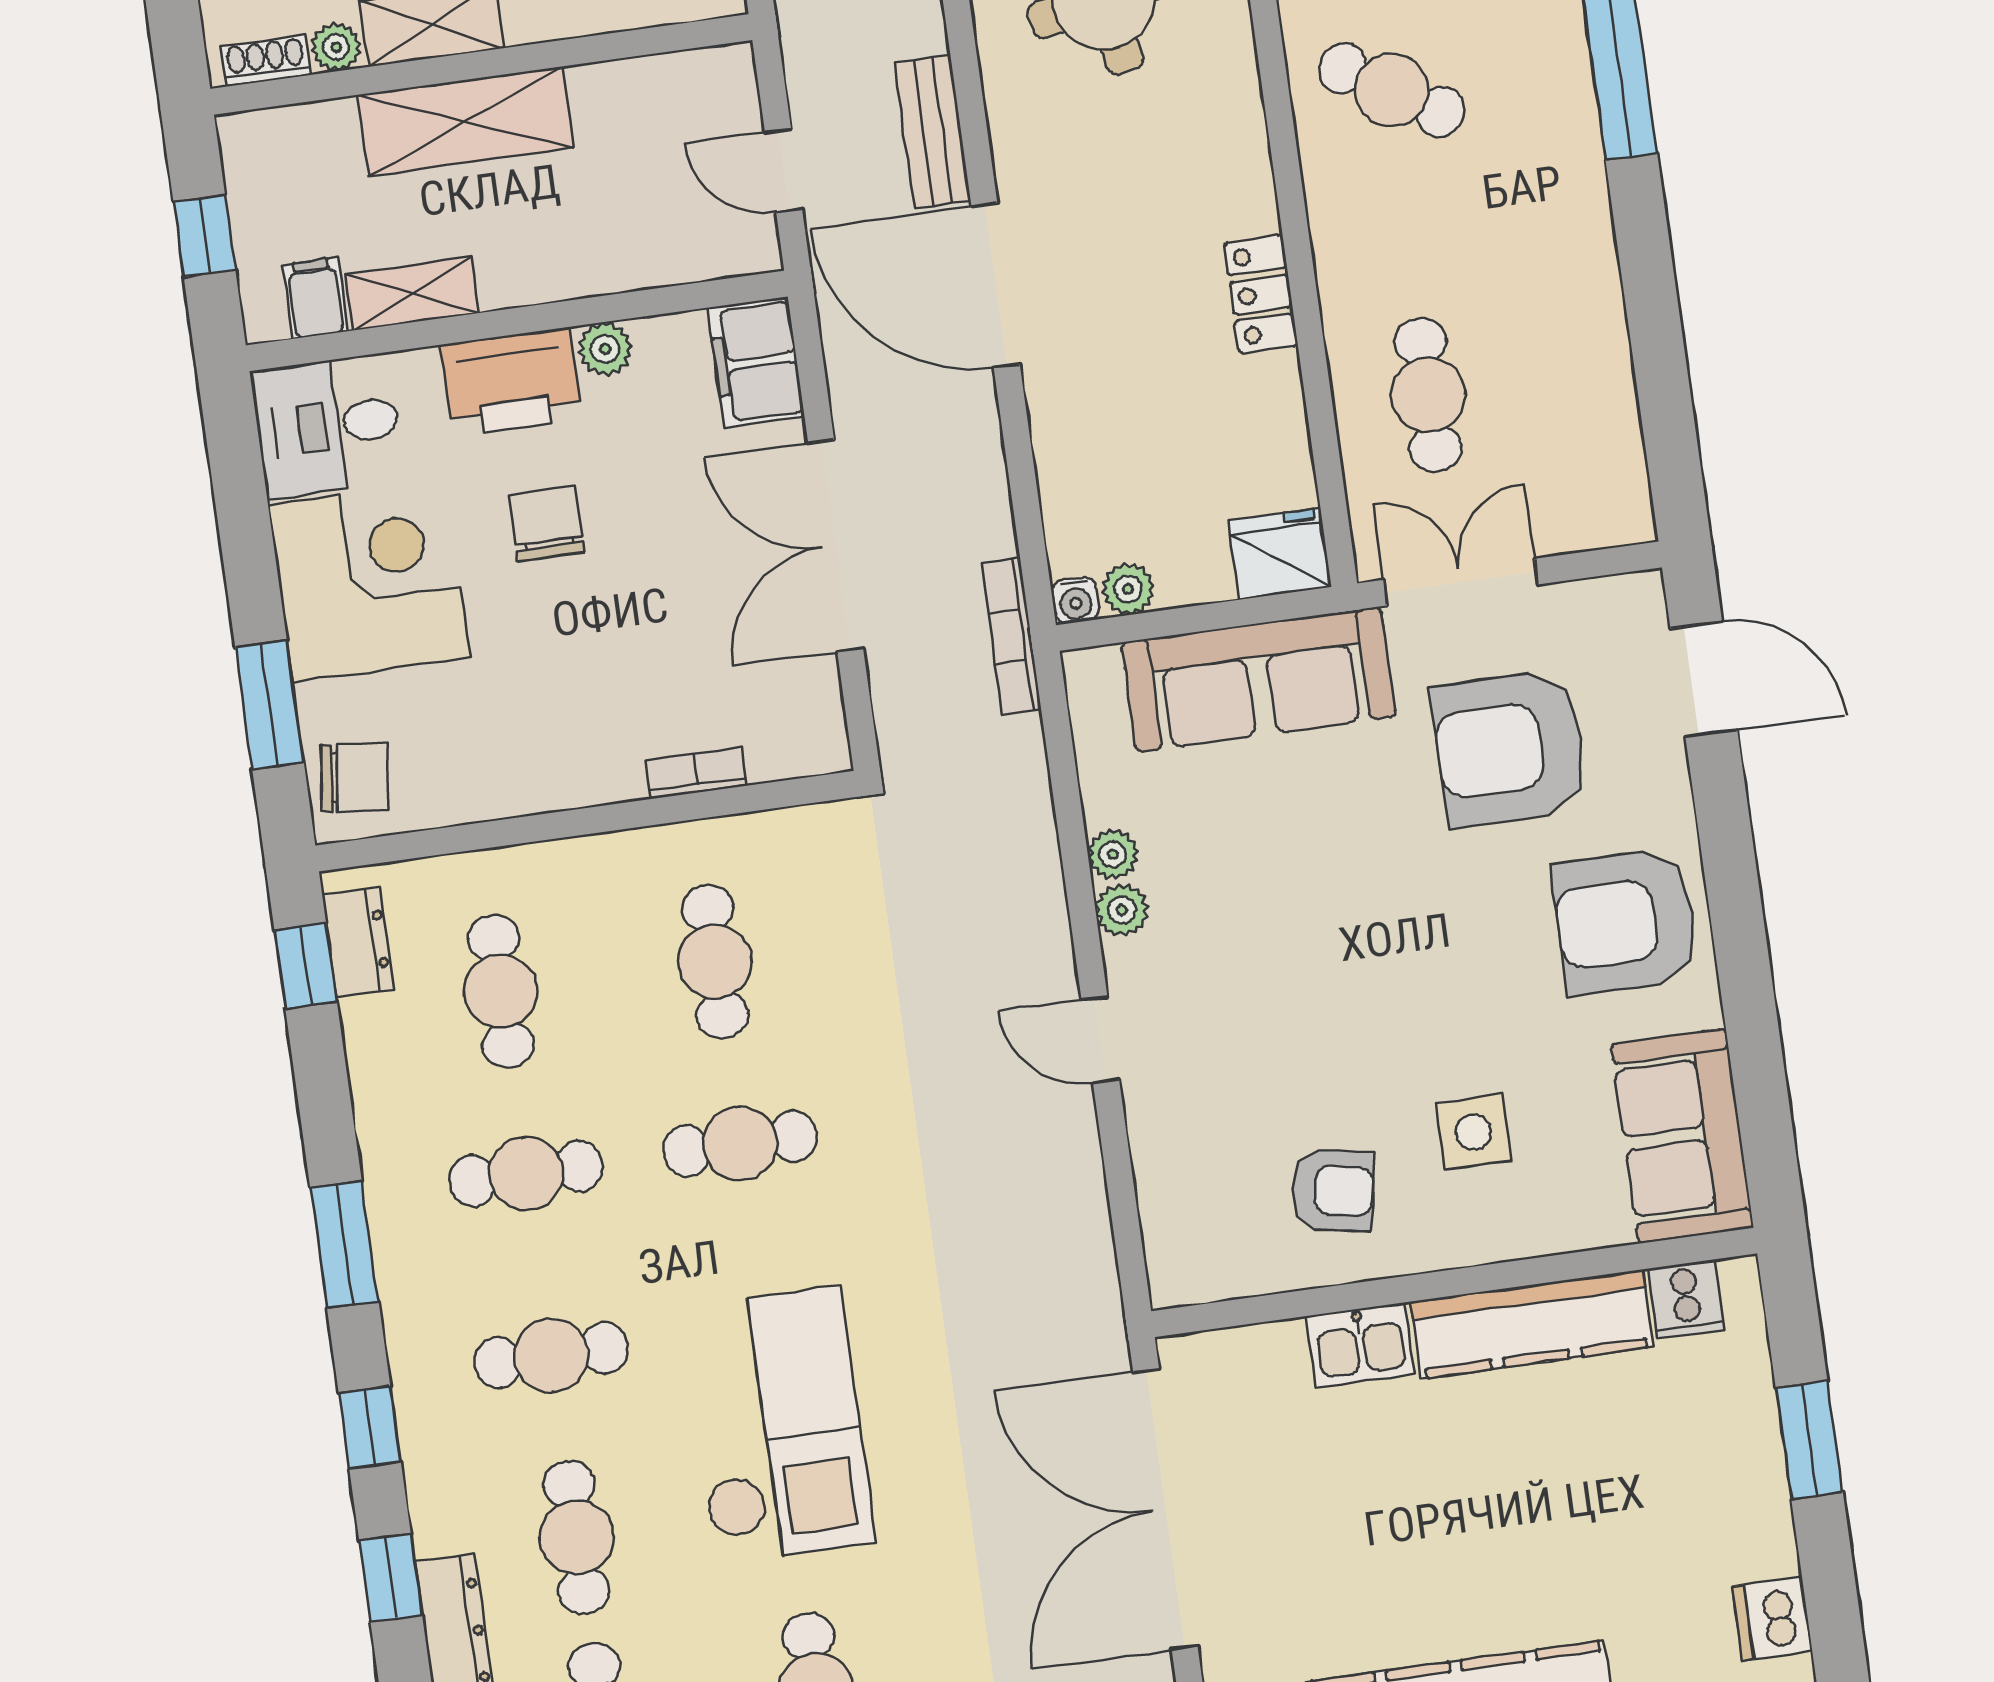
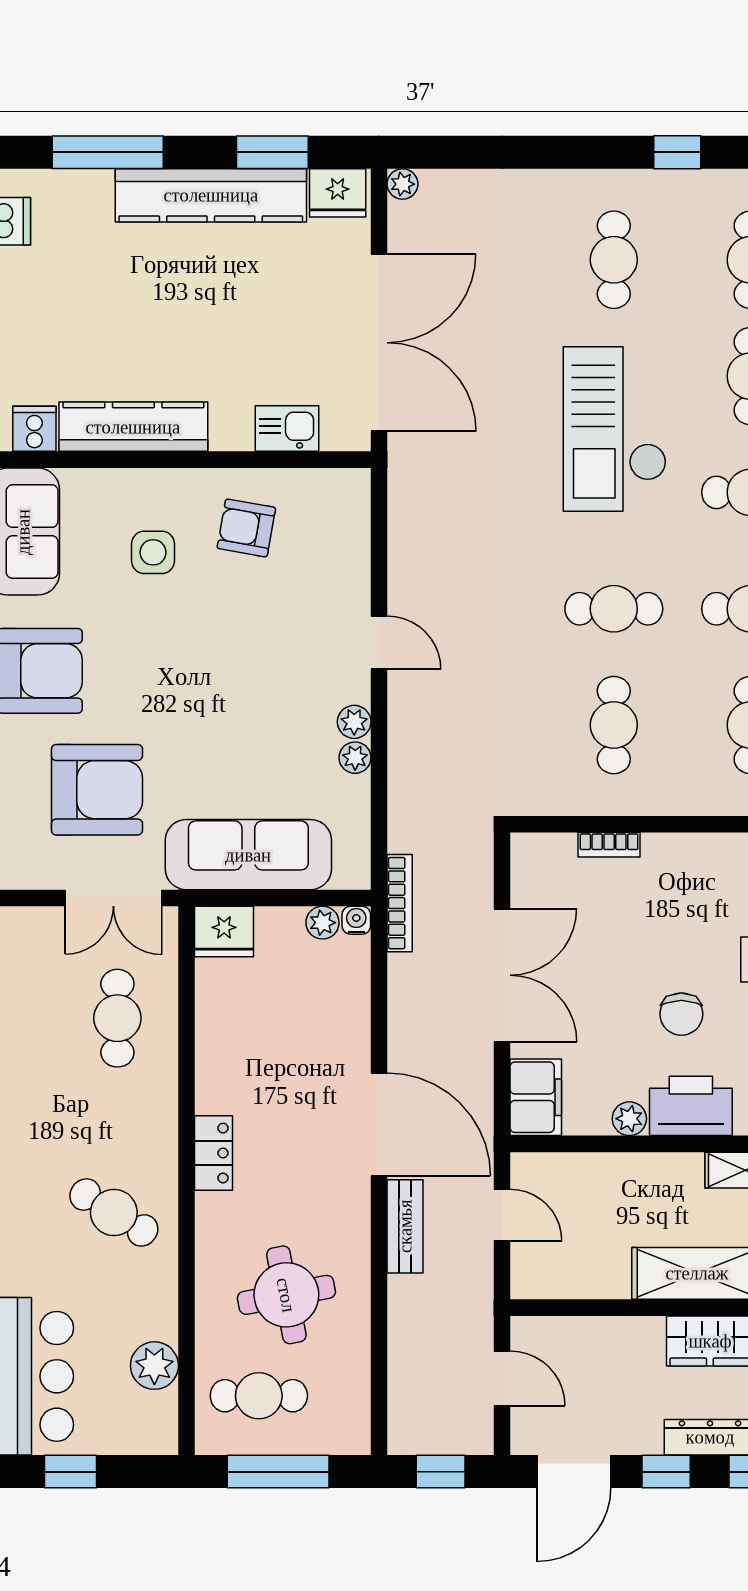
locker: (1261, 294) -> (214, 1153), moved
kitchen sink: (1361, 1345) -> (287, 429), moved

